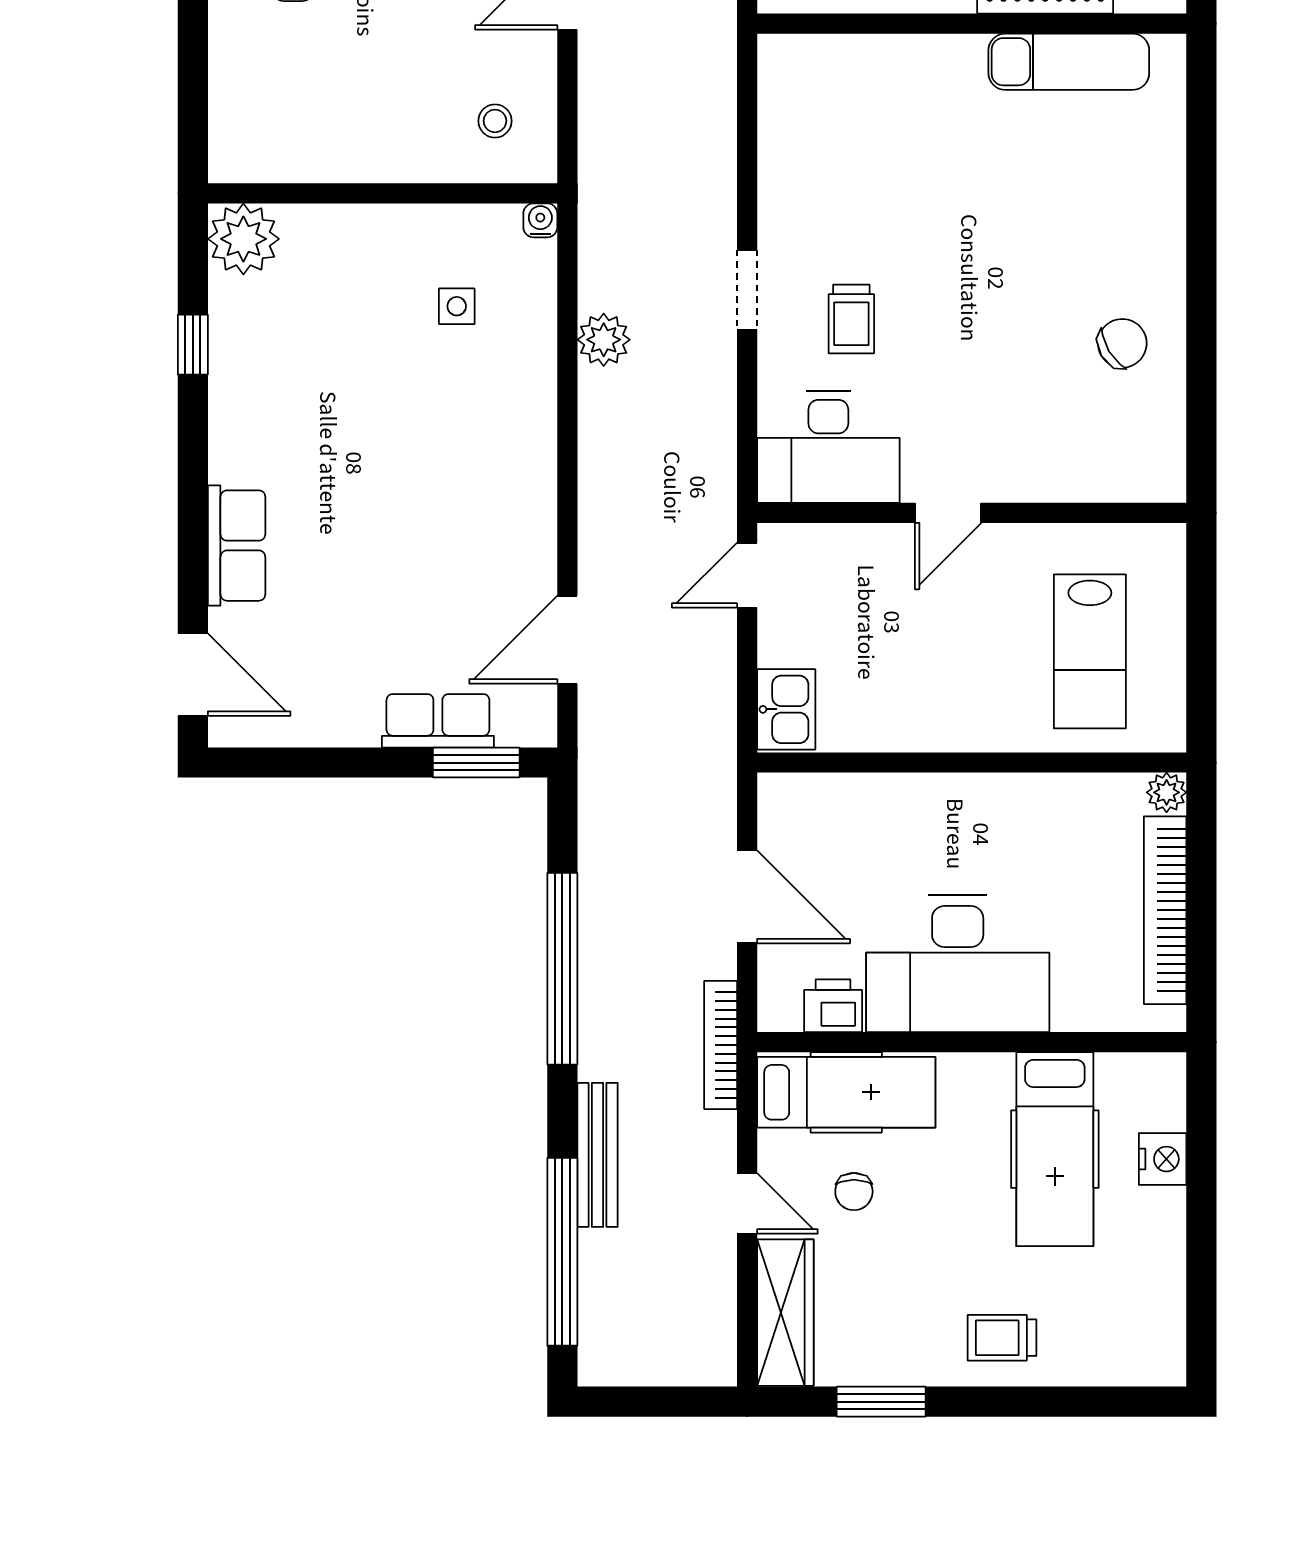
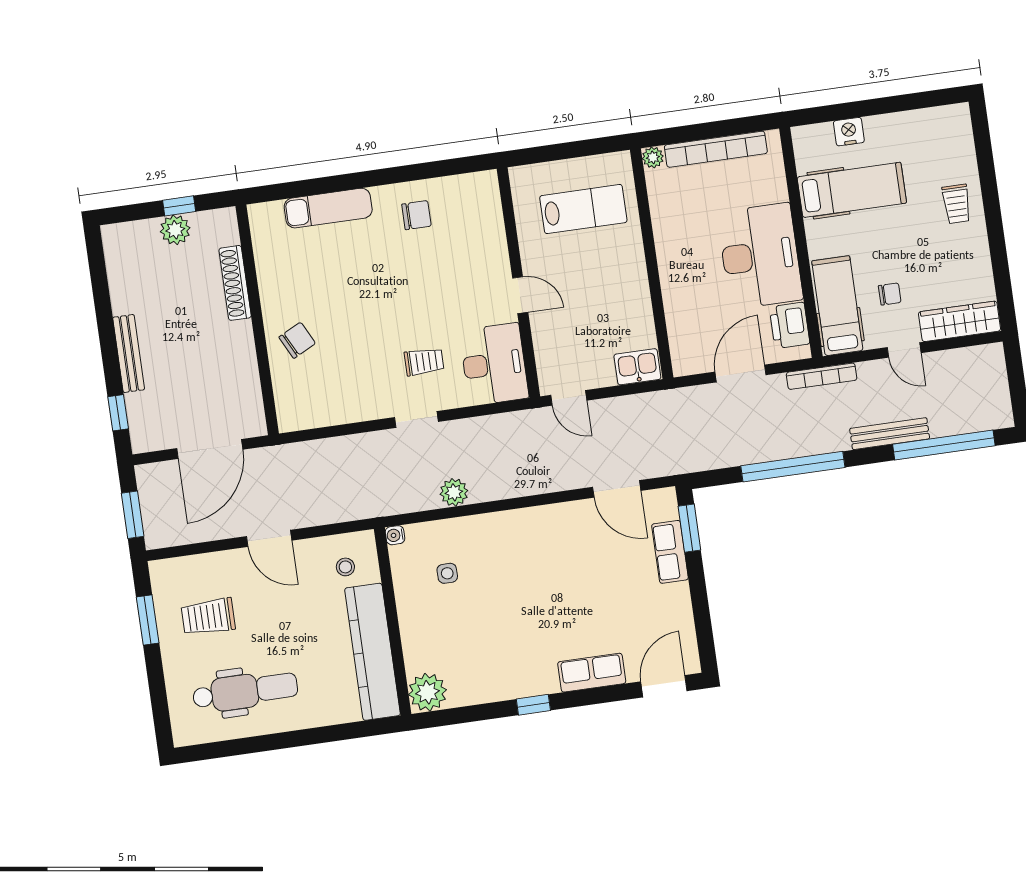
exam couch: (1069, 62) -> (328, 208), moved, turned 90
chair: (924, 92) -> (297, 340), added
kitchen counter: (332, 149) -> (372, 652), added
chair: (1122, 343) -> (416, 215), turned 121
window: (193, 345) -> (533, 705), moved
printer: (833, 1006) -> (790, 325), width x1.36, depth x1.24
door: (747, 1203) -> (904, 350), swing flipped
window: (881, 1402) -> (1000, 263), removed

